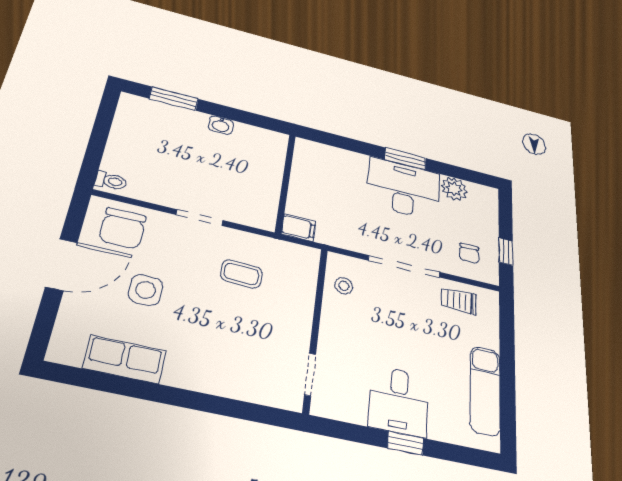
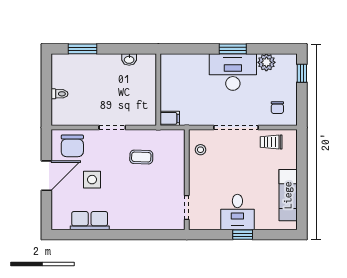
washbasin: (221, 125) -> (129, 59), moved
toilet: (111, 181) -> (60, 94), moved
window: (506, 252) -> (302, 73), moved

